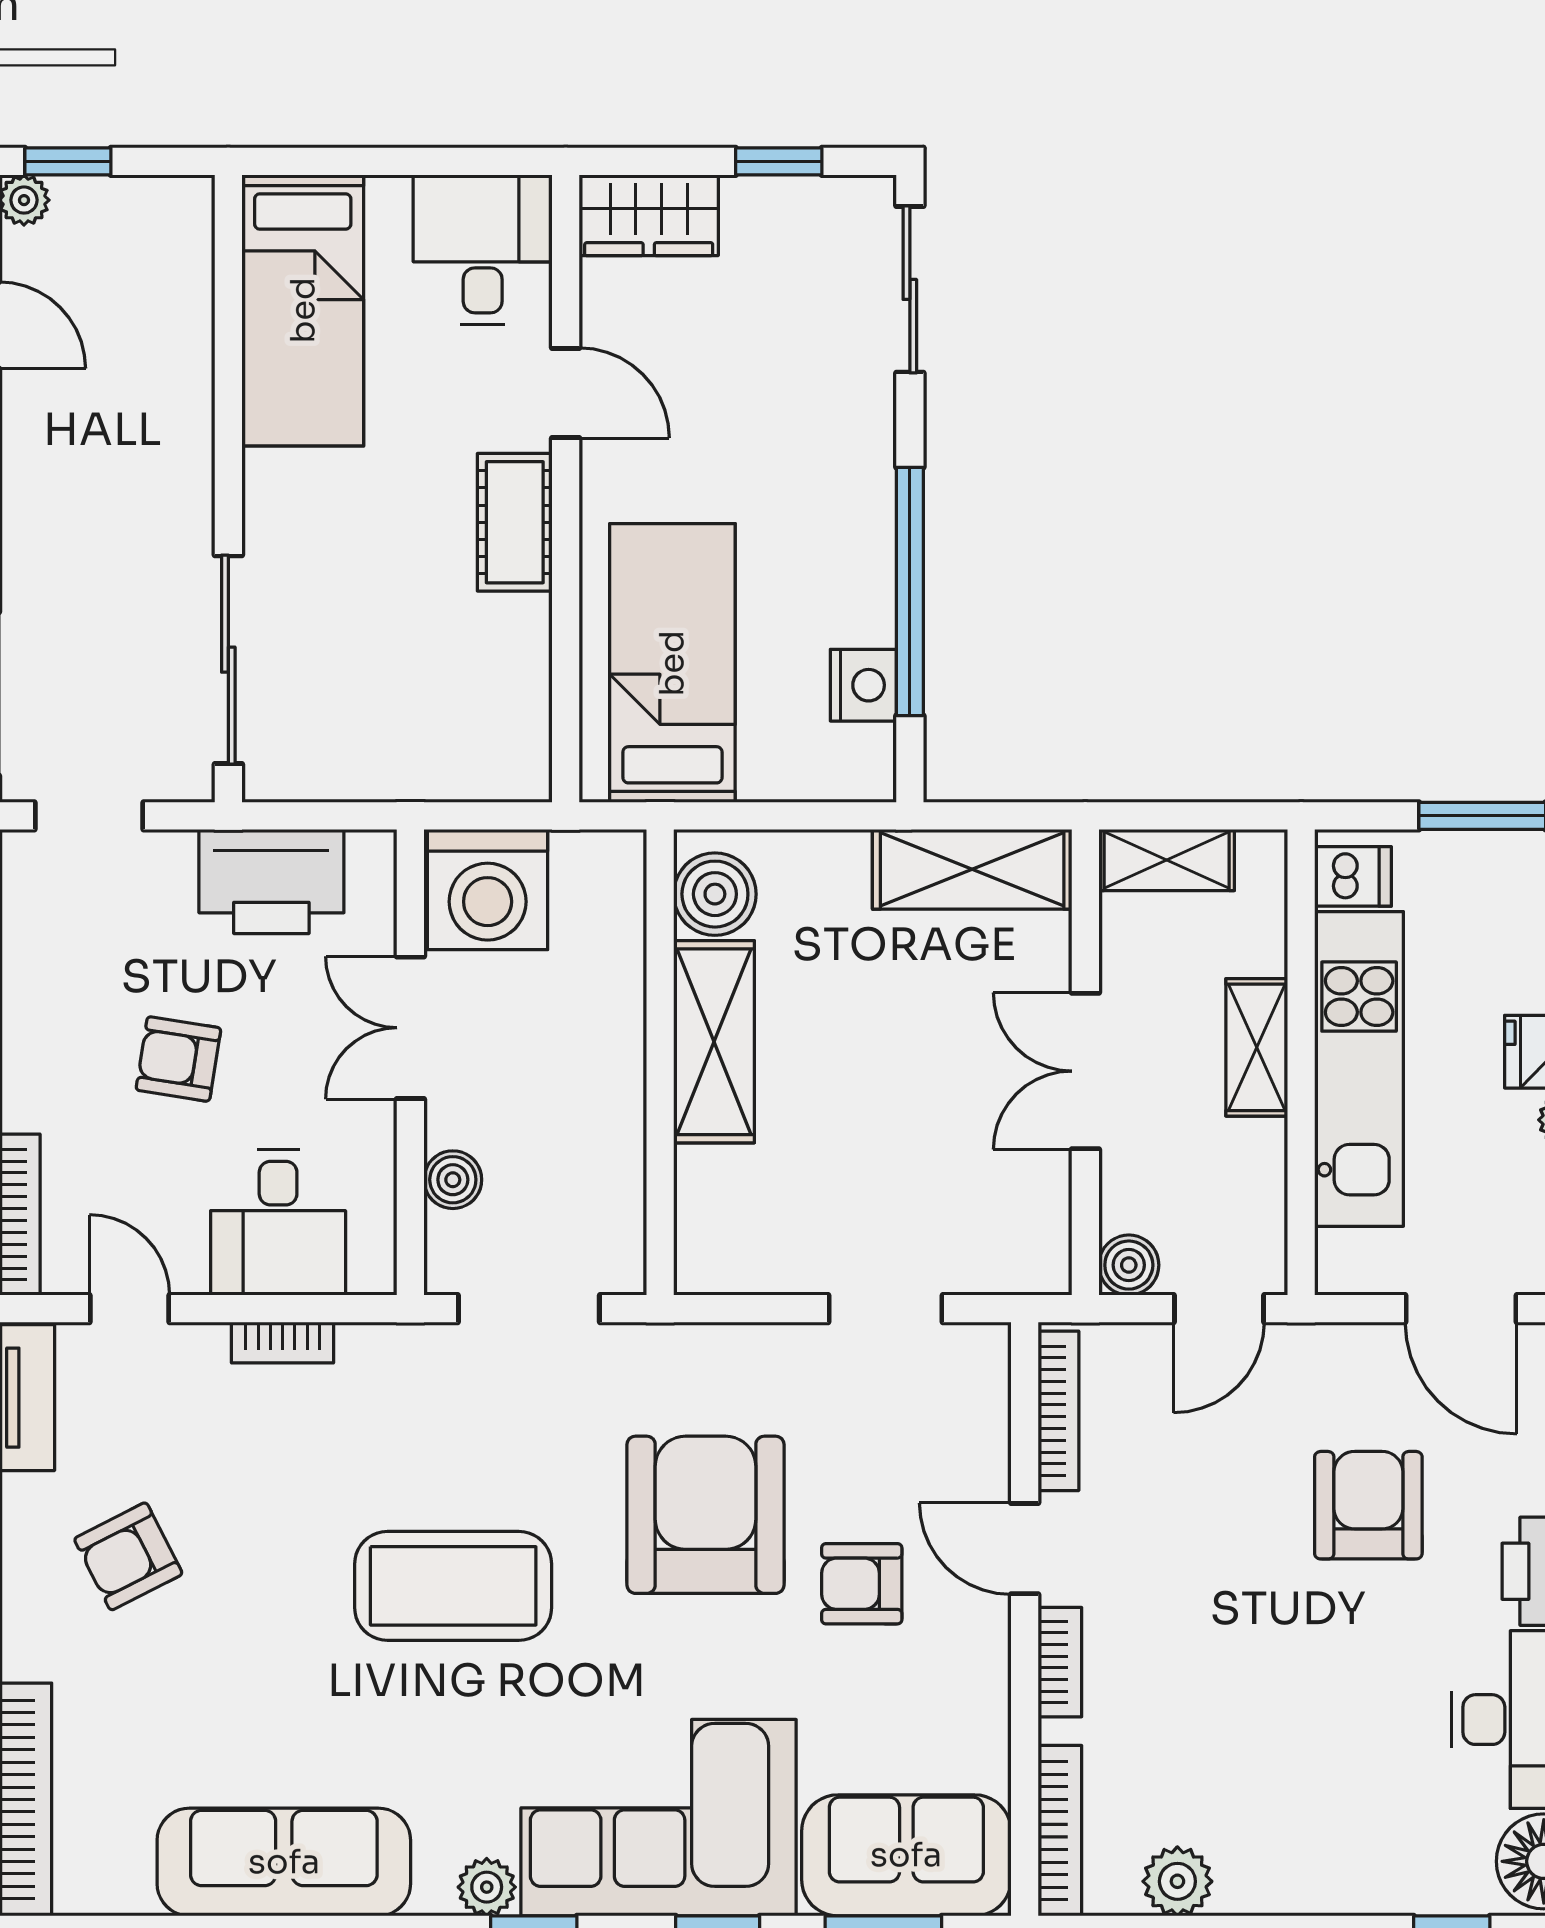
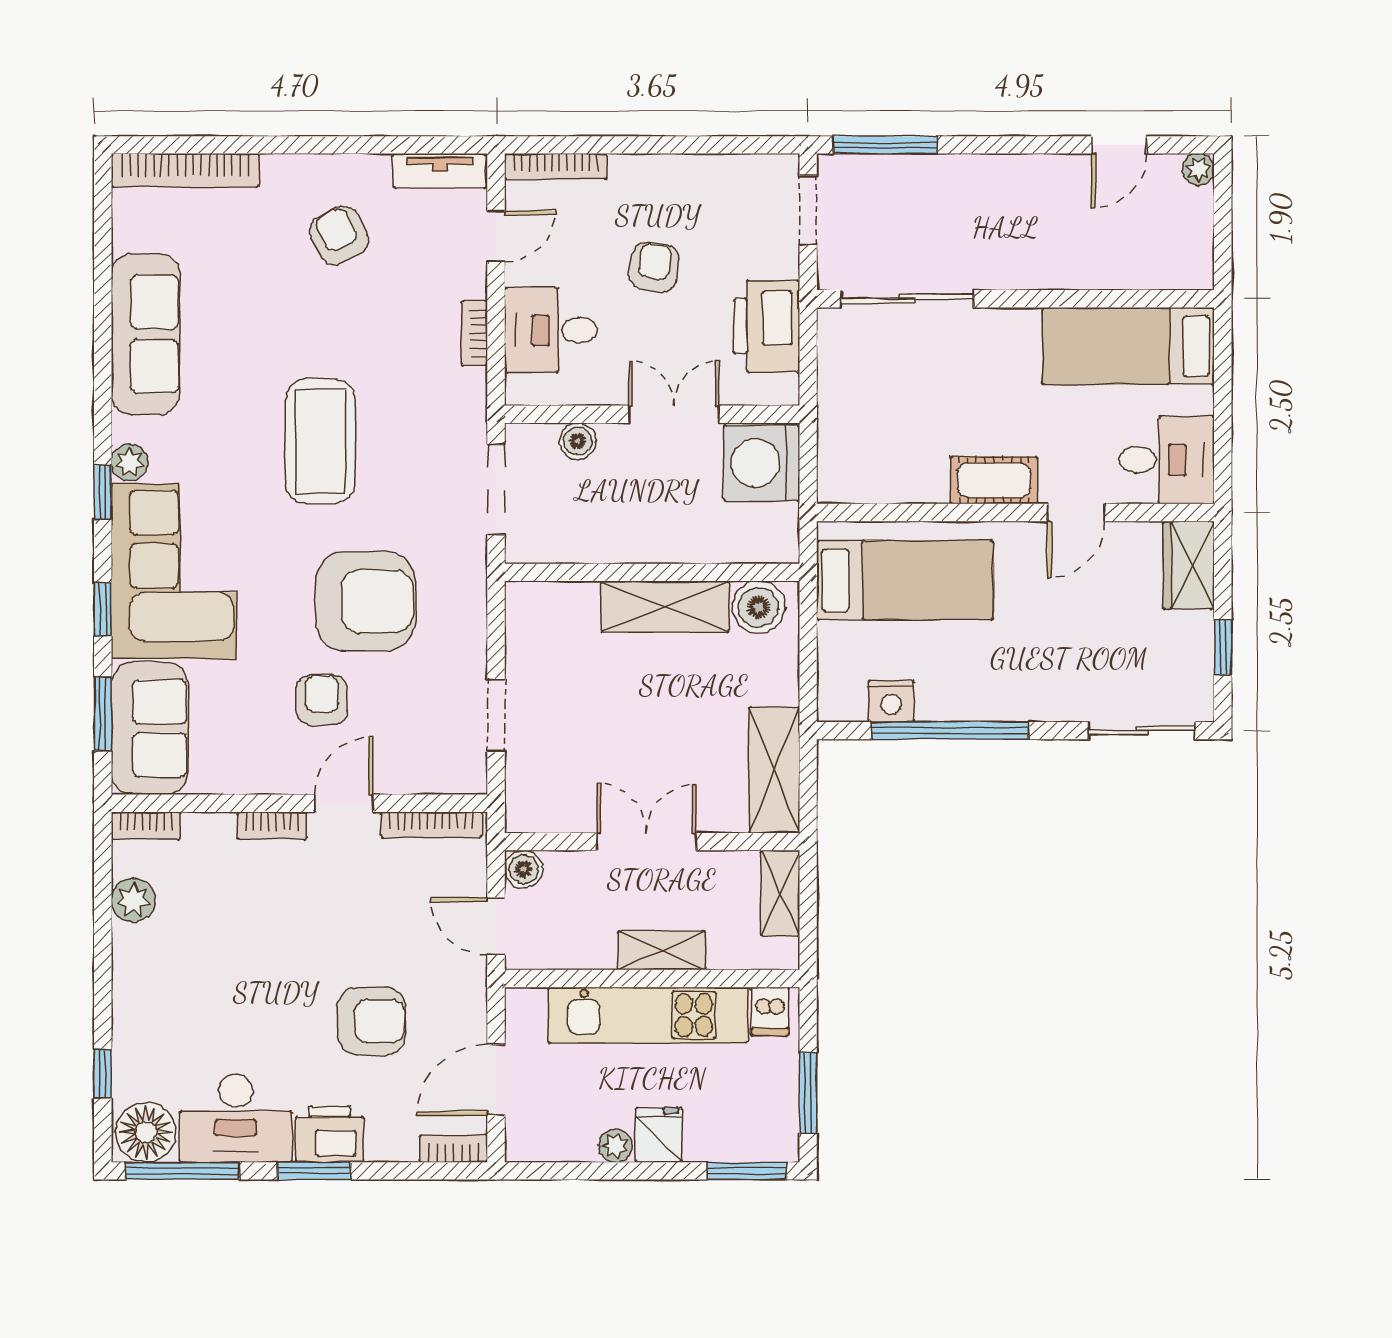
window: (68, 161) -> (1223, 197), removed
bookcase: (1060, 1831) -> (146, 826), width x0.64

